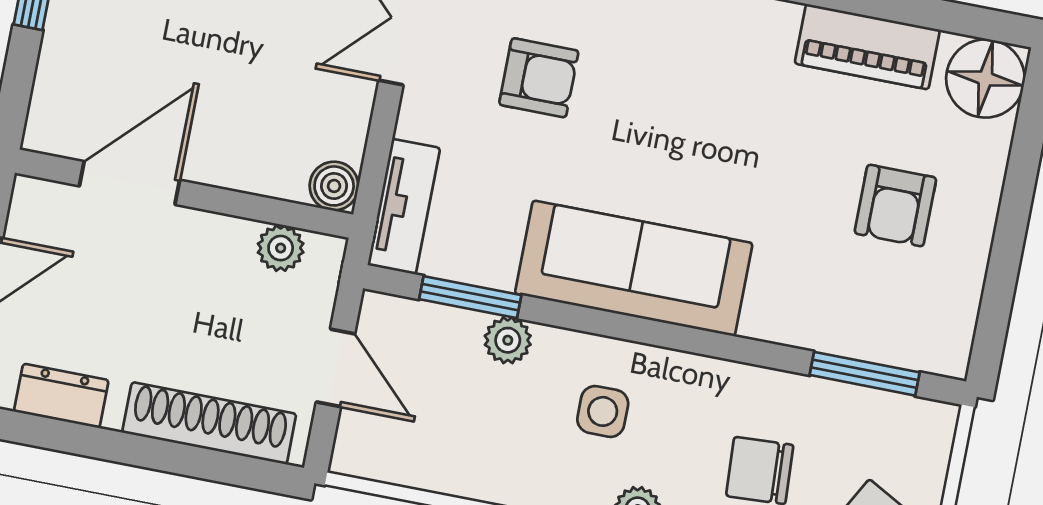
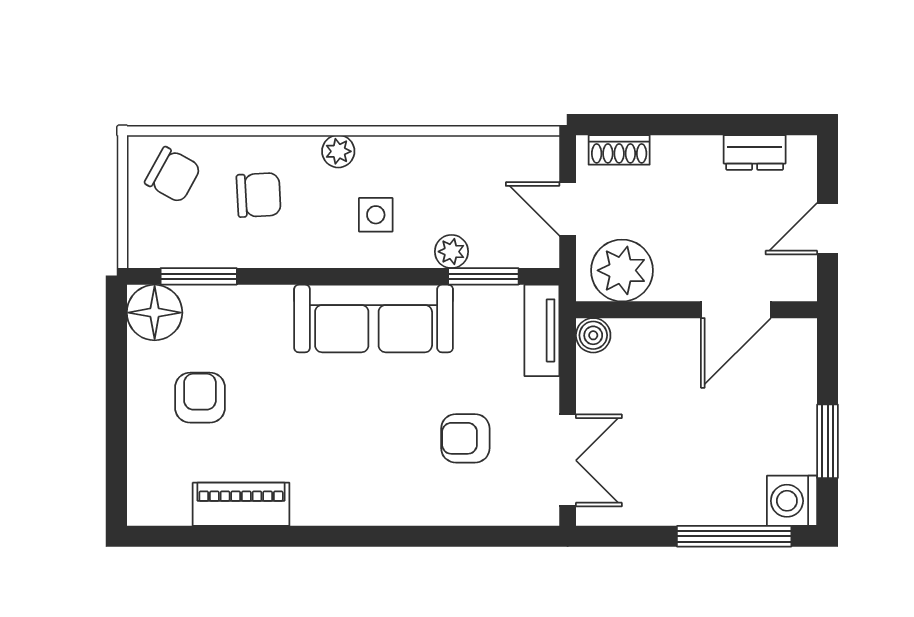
floor lamp: (985, 79) -> (155, 313), moved
plant: (281, 248) -> (622, 270), width x1.87, depth x1.87
shoe rack: (209, 423) -> (619, 150), width x0.51, depth x0.81

